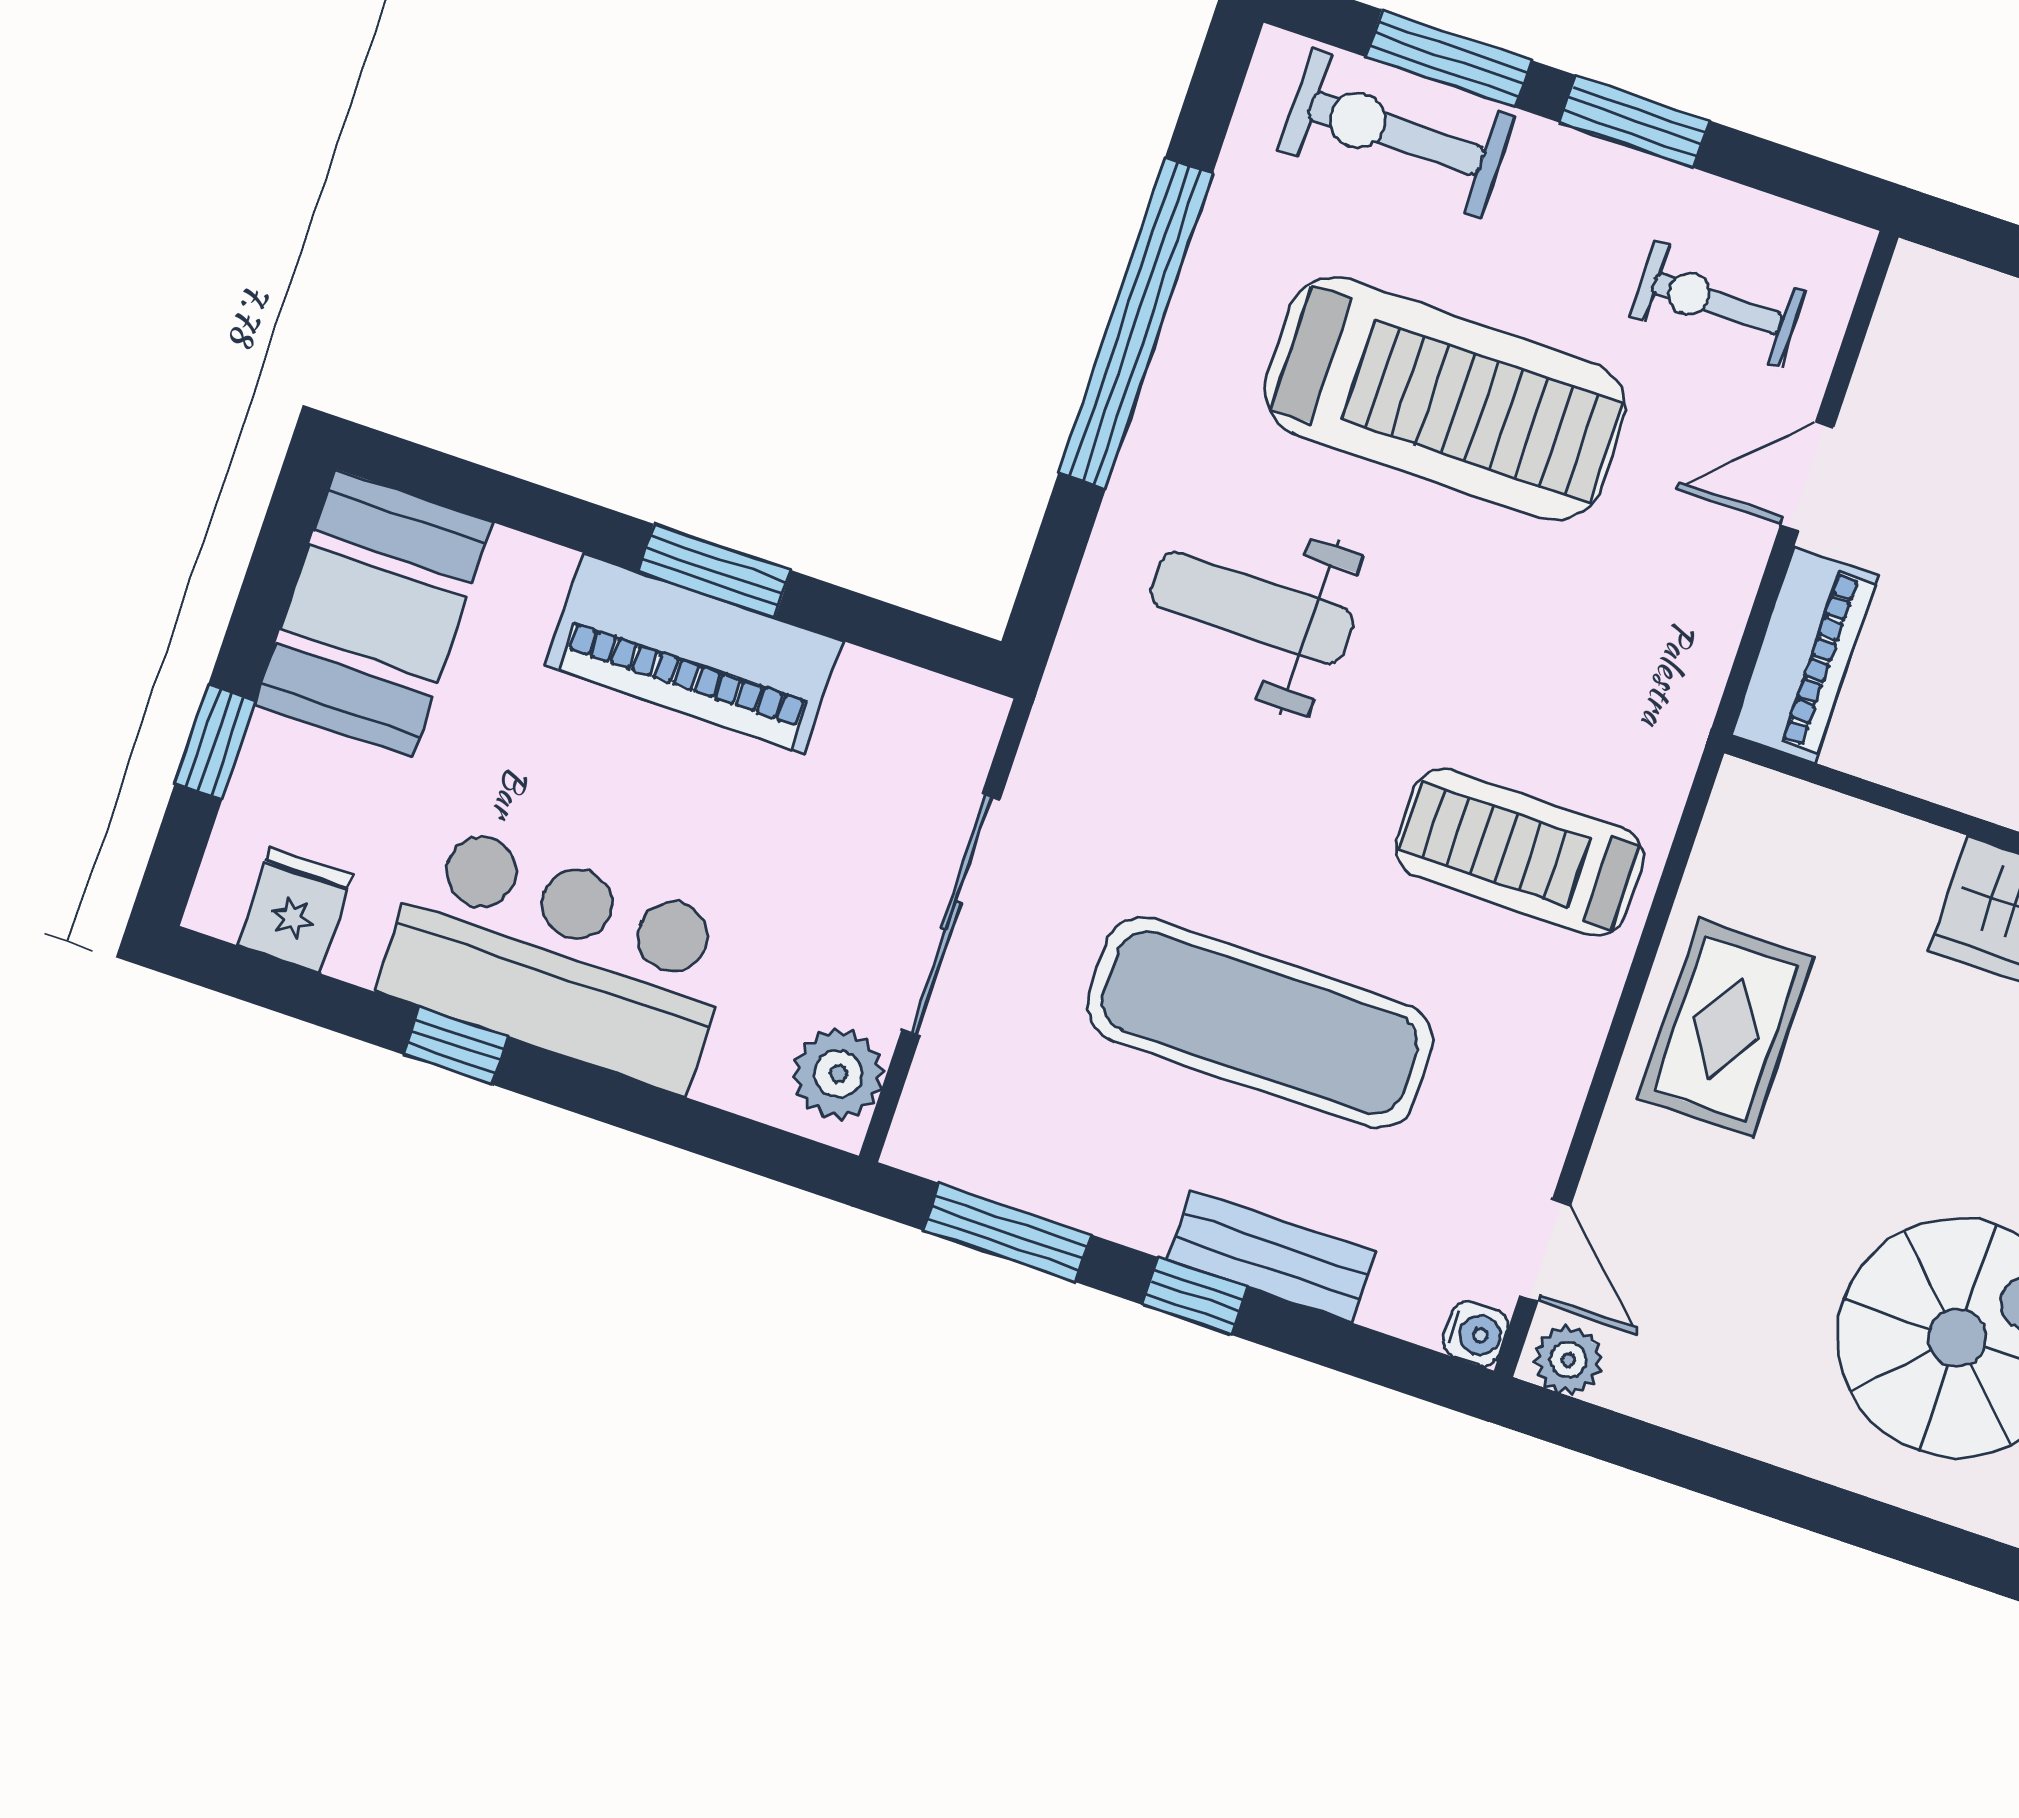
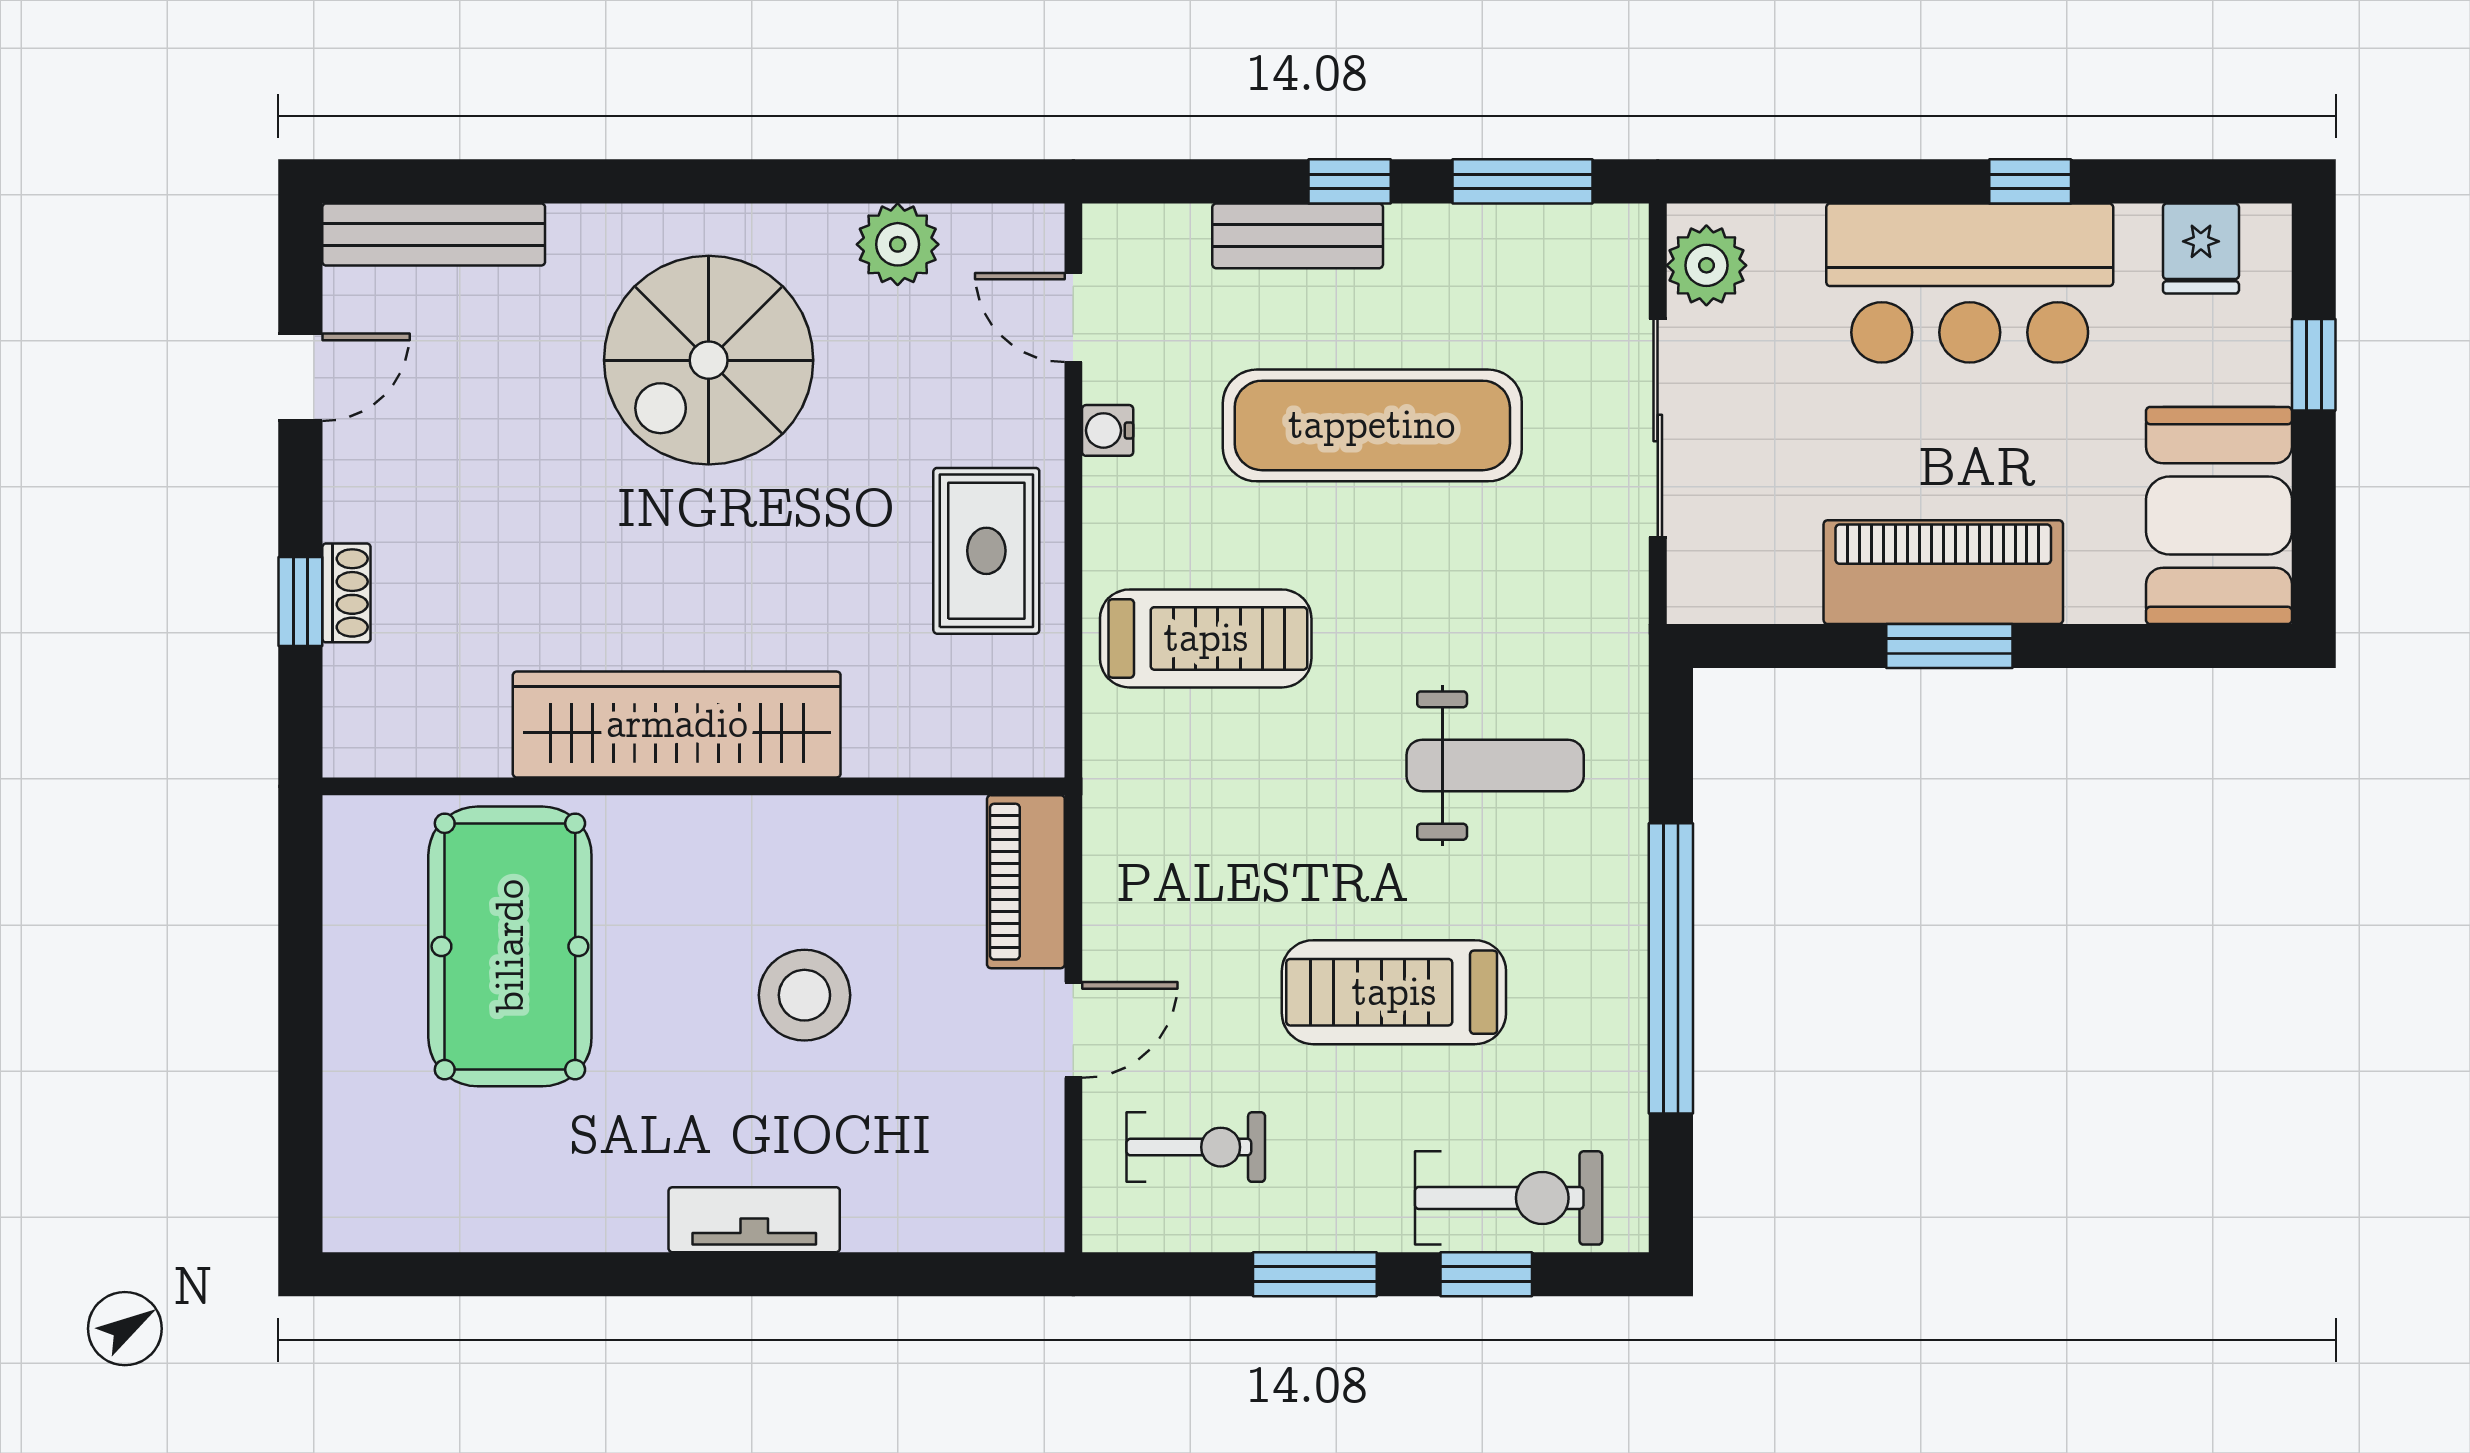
window: (1449, 59) -> (1486, 1274), width x0.67
treadmill: (1445, 399) -> (1394, 992), width x0.73, depth x0.73
water cooler: (1476, 1334) -> (1108, 430), moved
plant: (1568, 1360) -> (898, 244), moved, width x1.38, depth x1.38

